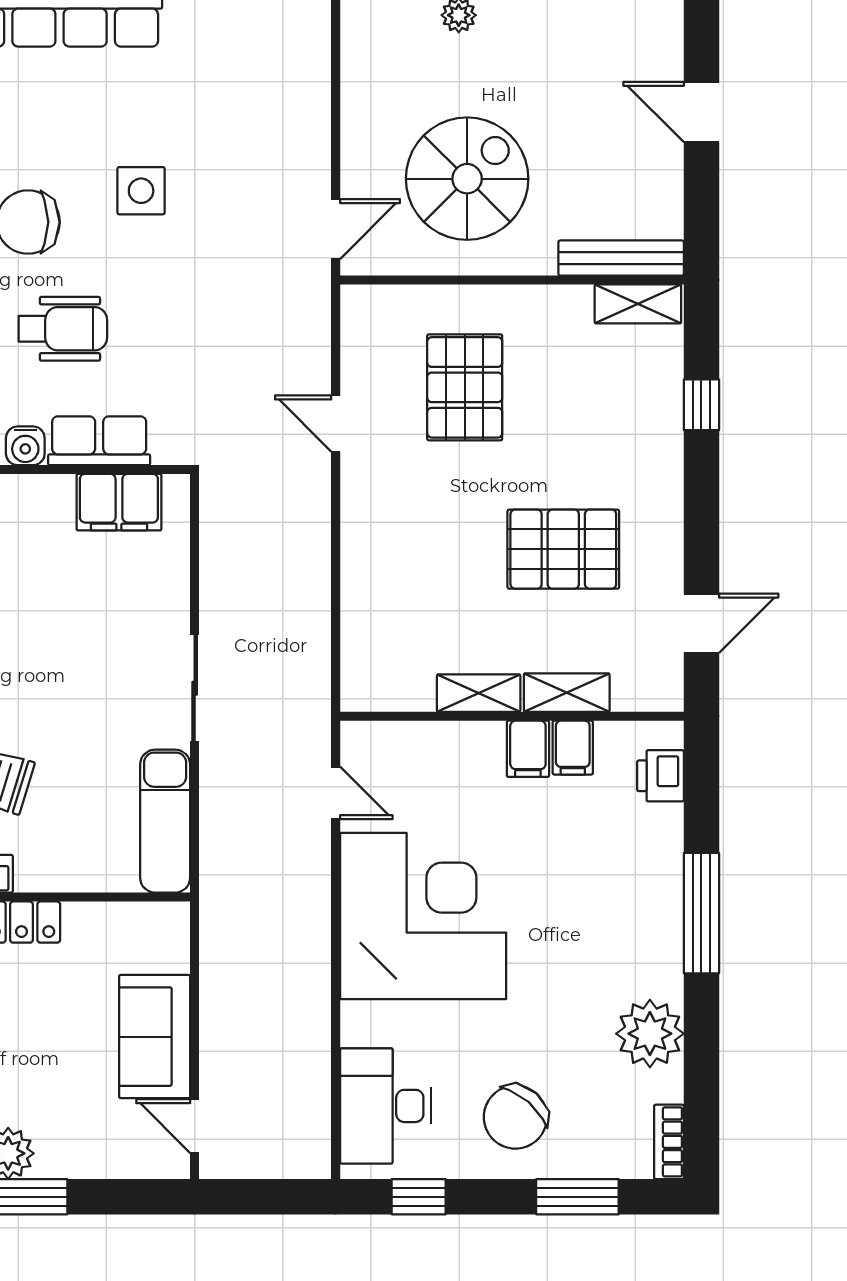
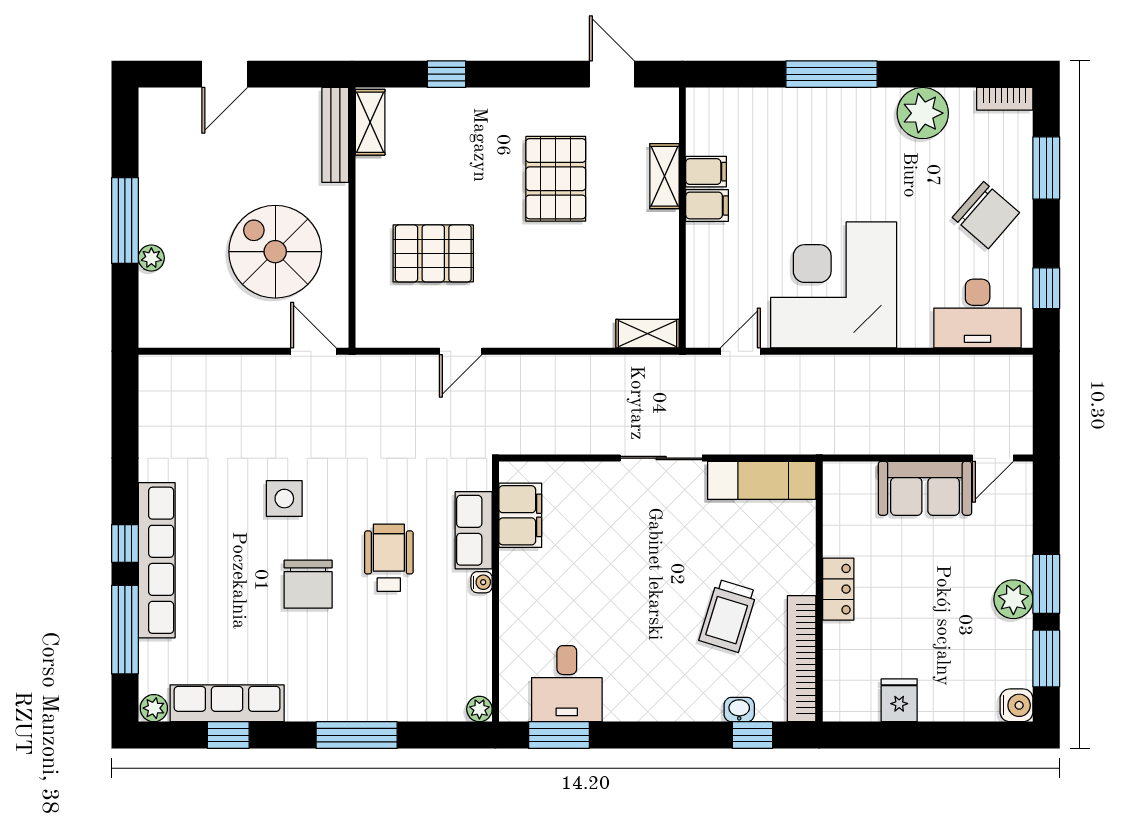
water cooler: (25, 446) -> (482, 582), width x0.72, depth x0.72
shelving: (479, 693) -> (648, 334), moved, turned 90
printer: (660, 776) -> (727, 105), removed

